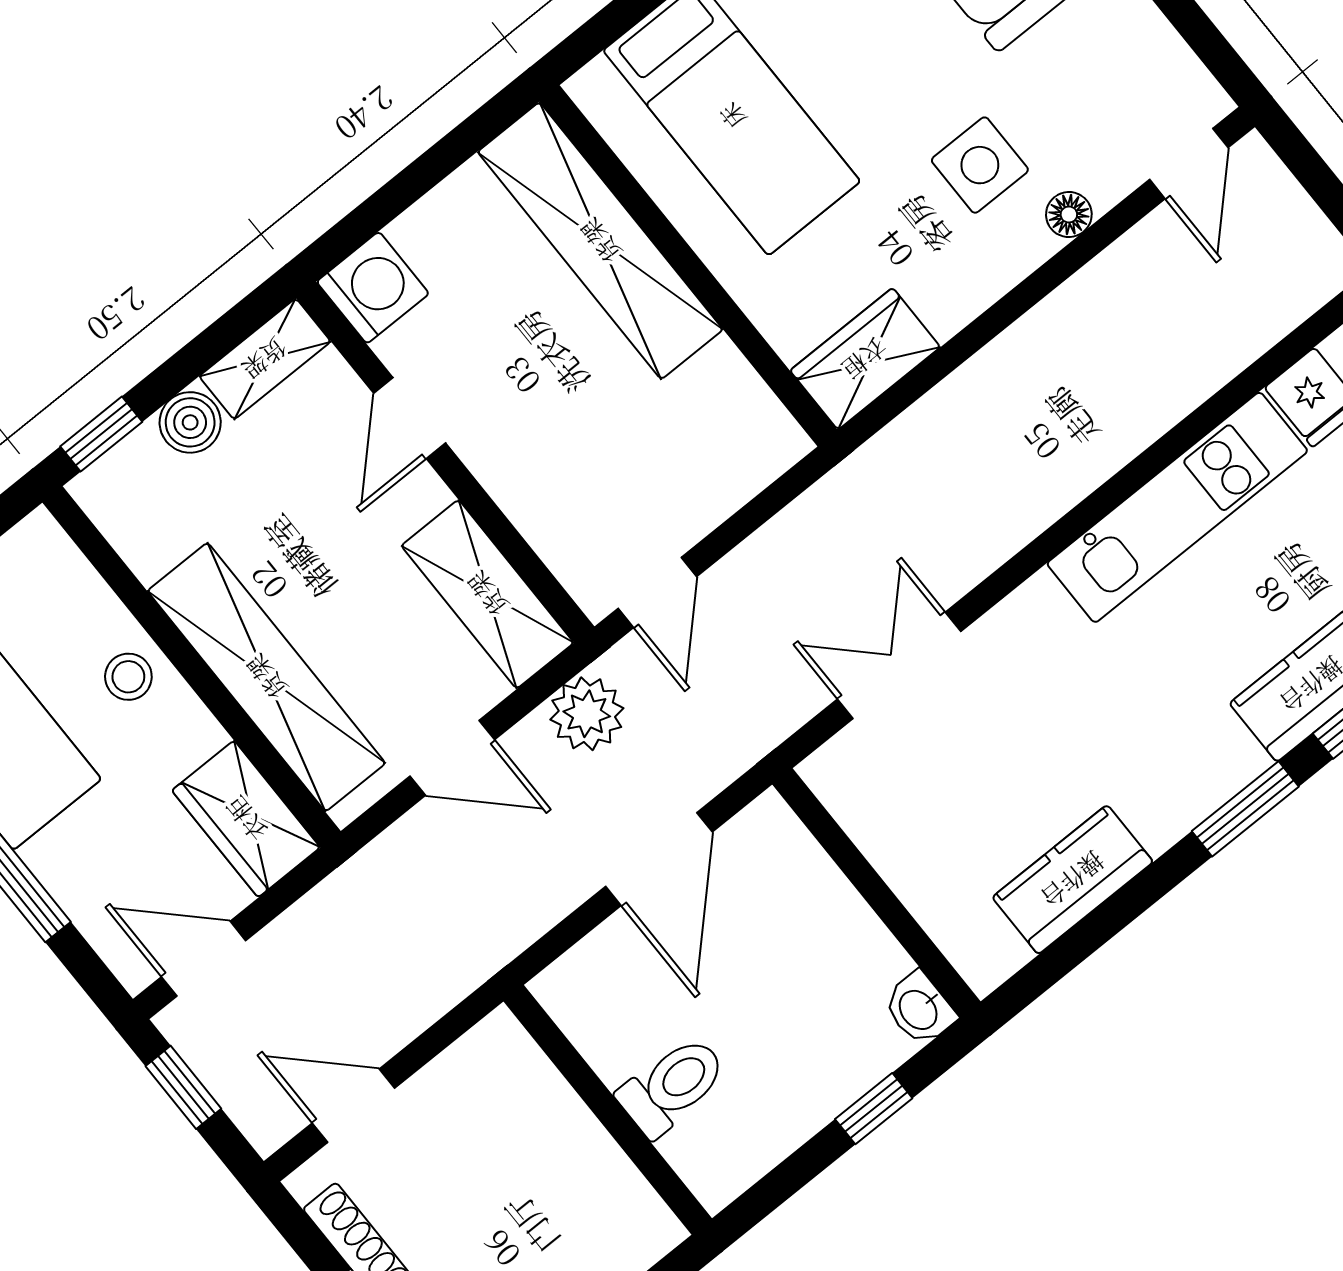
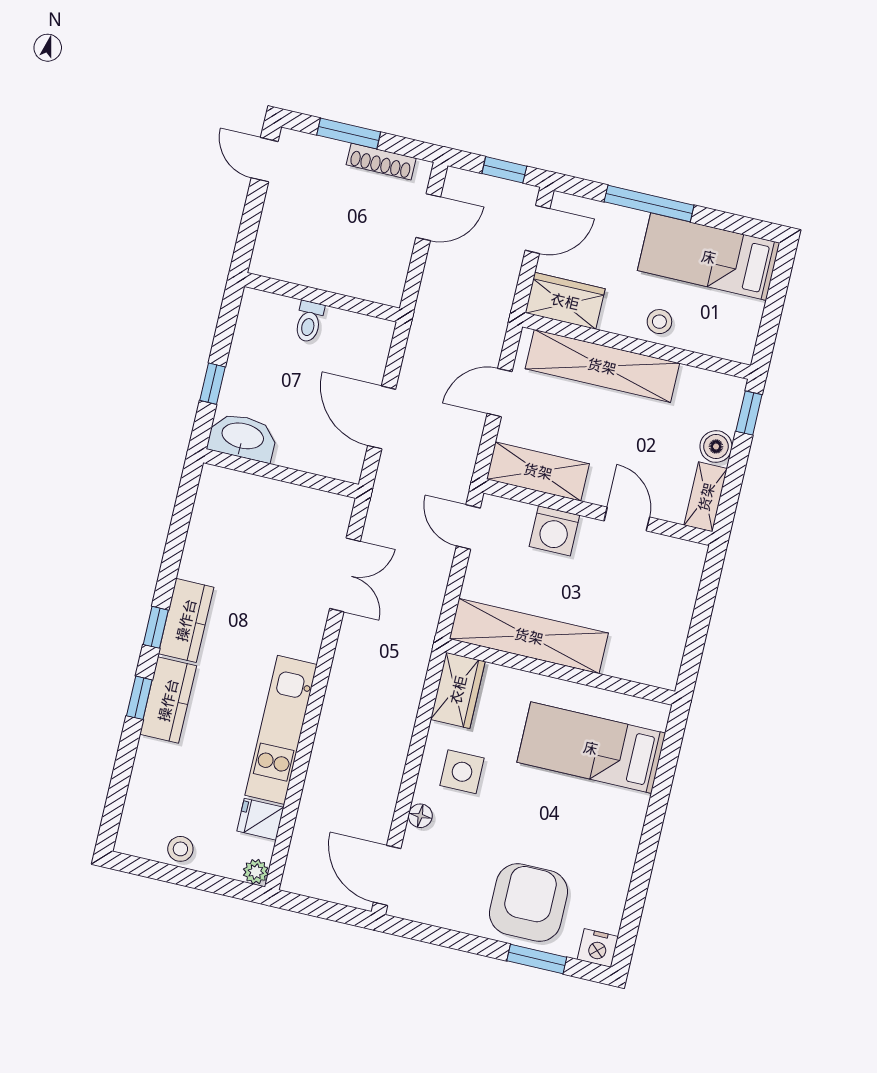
door: (1189, 164) -> (387, 875), width x1.38
side table: (980, 165) -> (462, 772), moved
shelving: (600, 241) -> (529, 636), moved
washing machine: (373, 288) -> (554, 531), moved
plant: (587, 714) -> (458, 454), removed
window: (1245, 809) -> (156, 627), width x0.67
kitchen counter: (1073, 880) -> (186, 620), moved
washbasin: (919, 1009) -> (242, 437), width x1.91, depth x1.45
toilet: (672, 1086) -> (309, 322), width x0.73, depth x0.72

